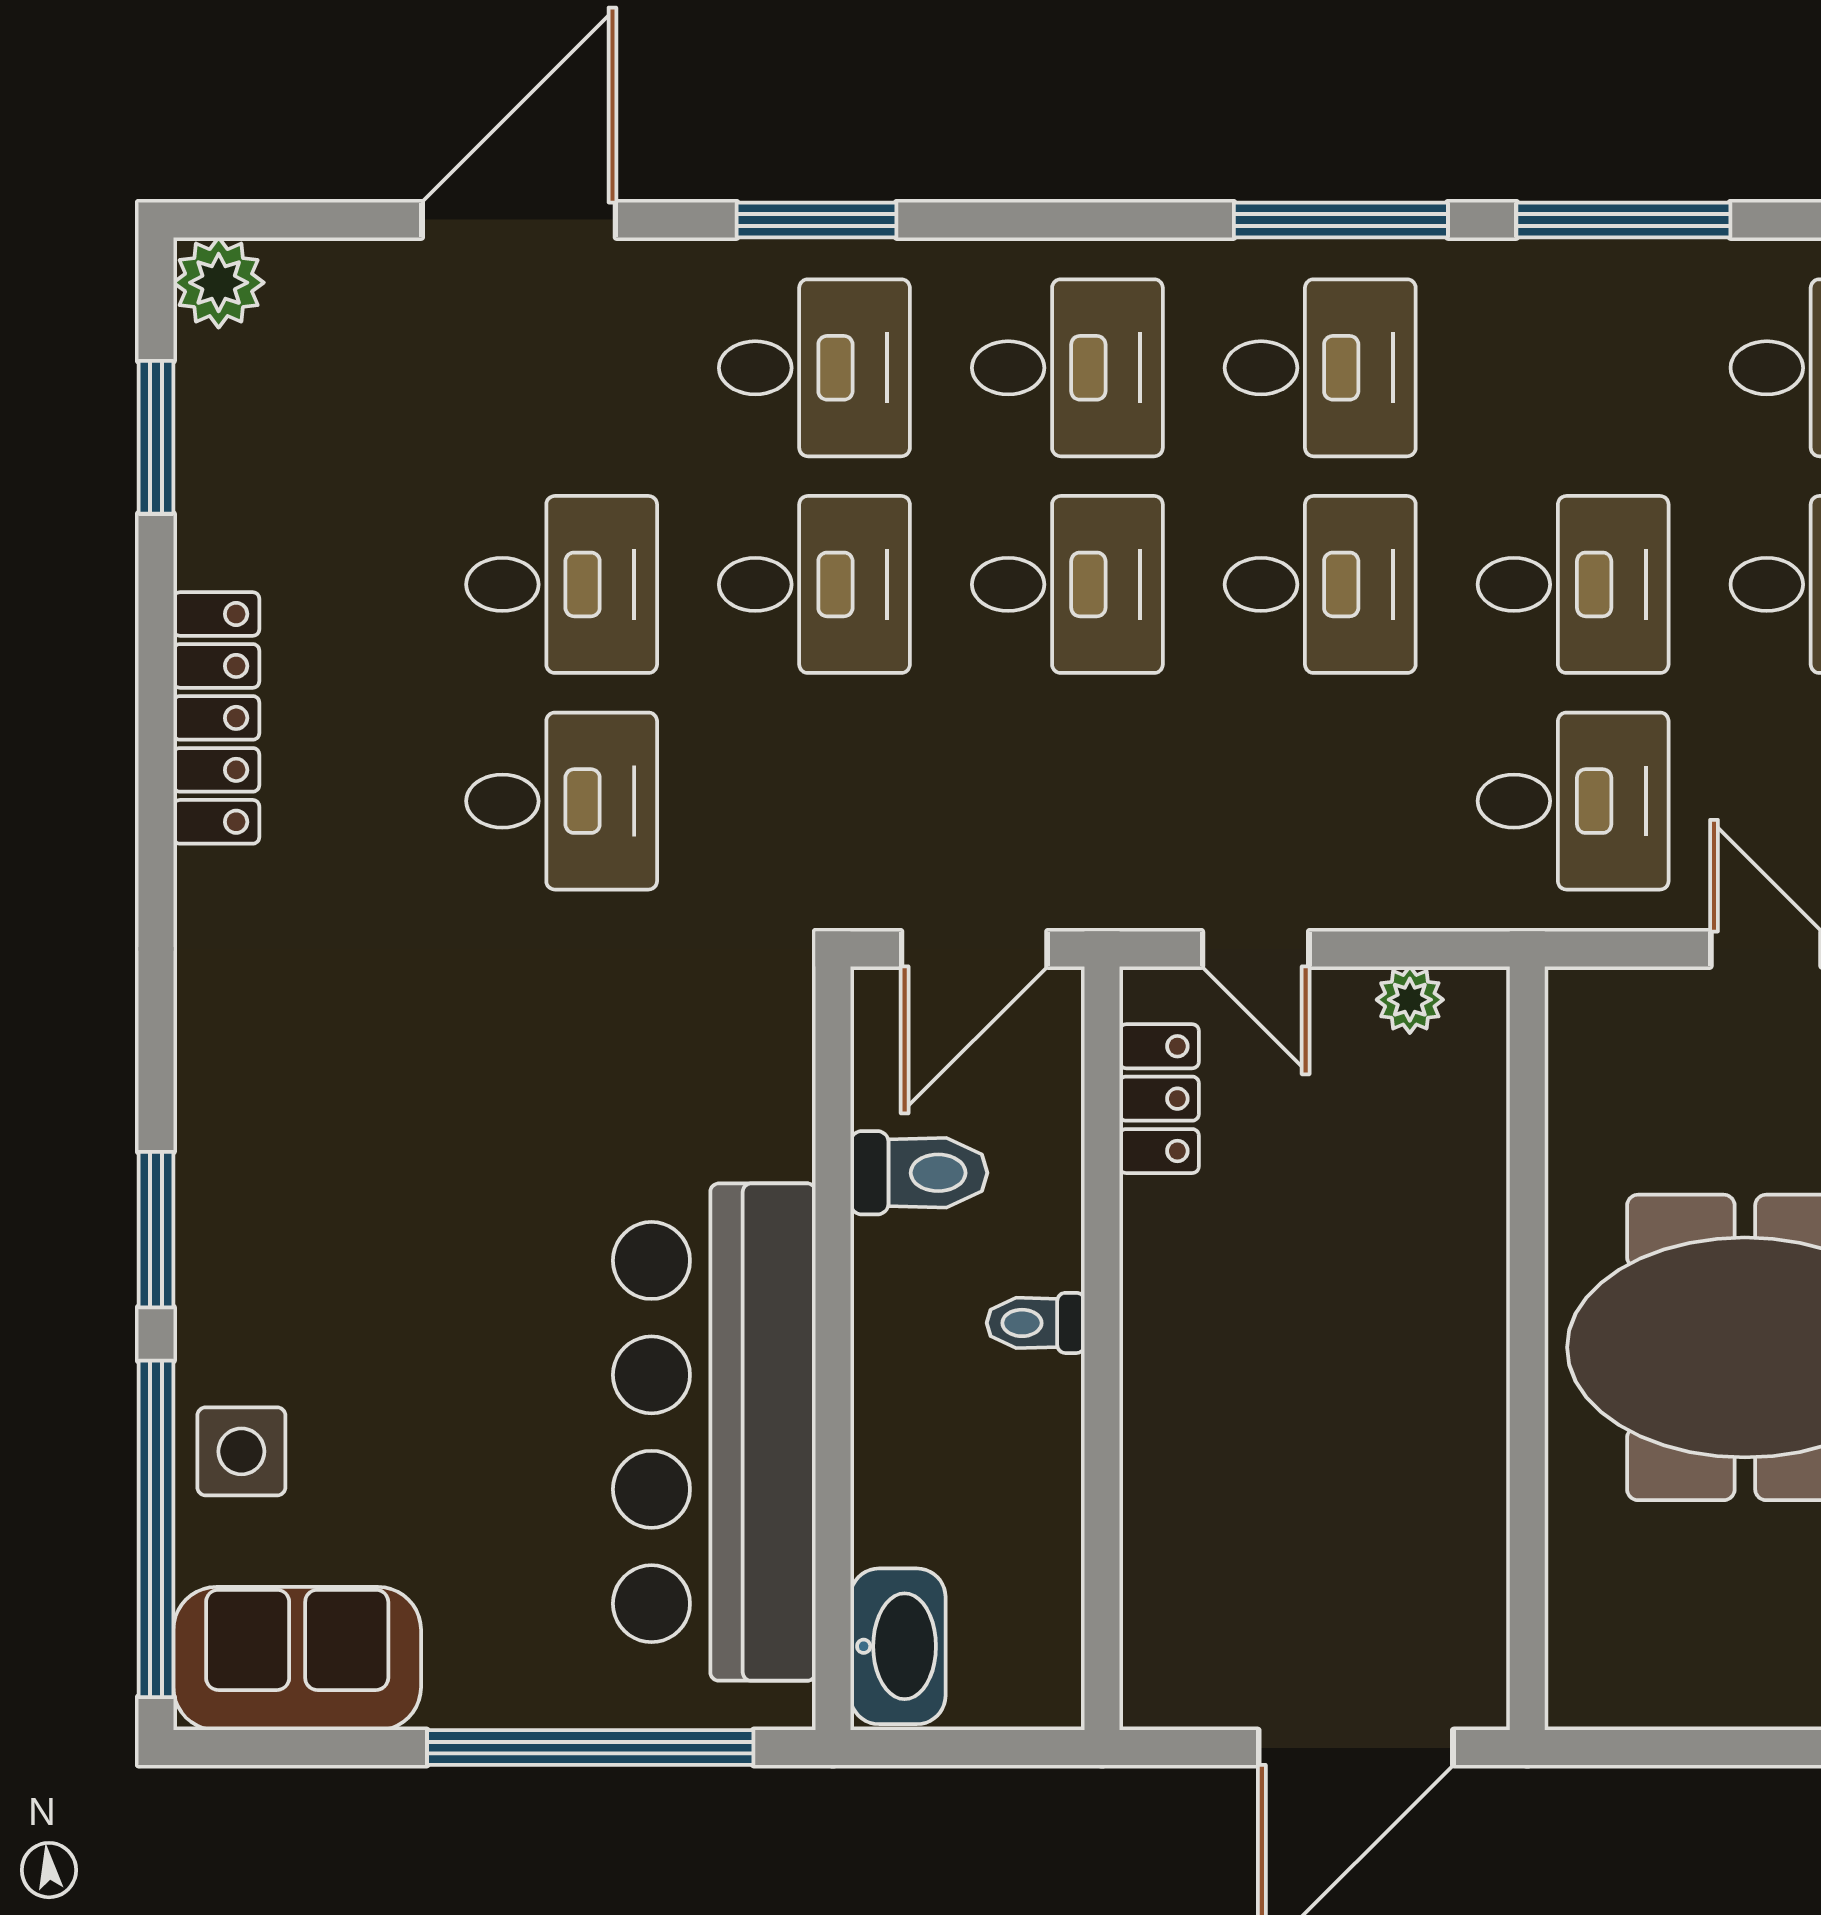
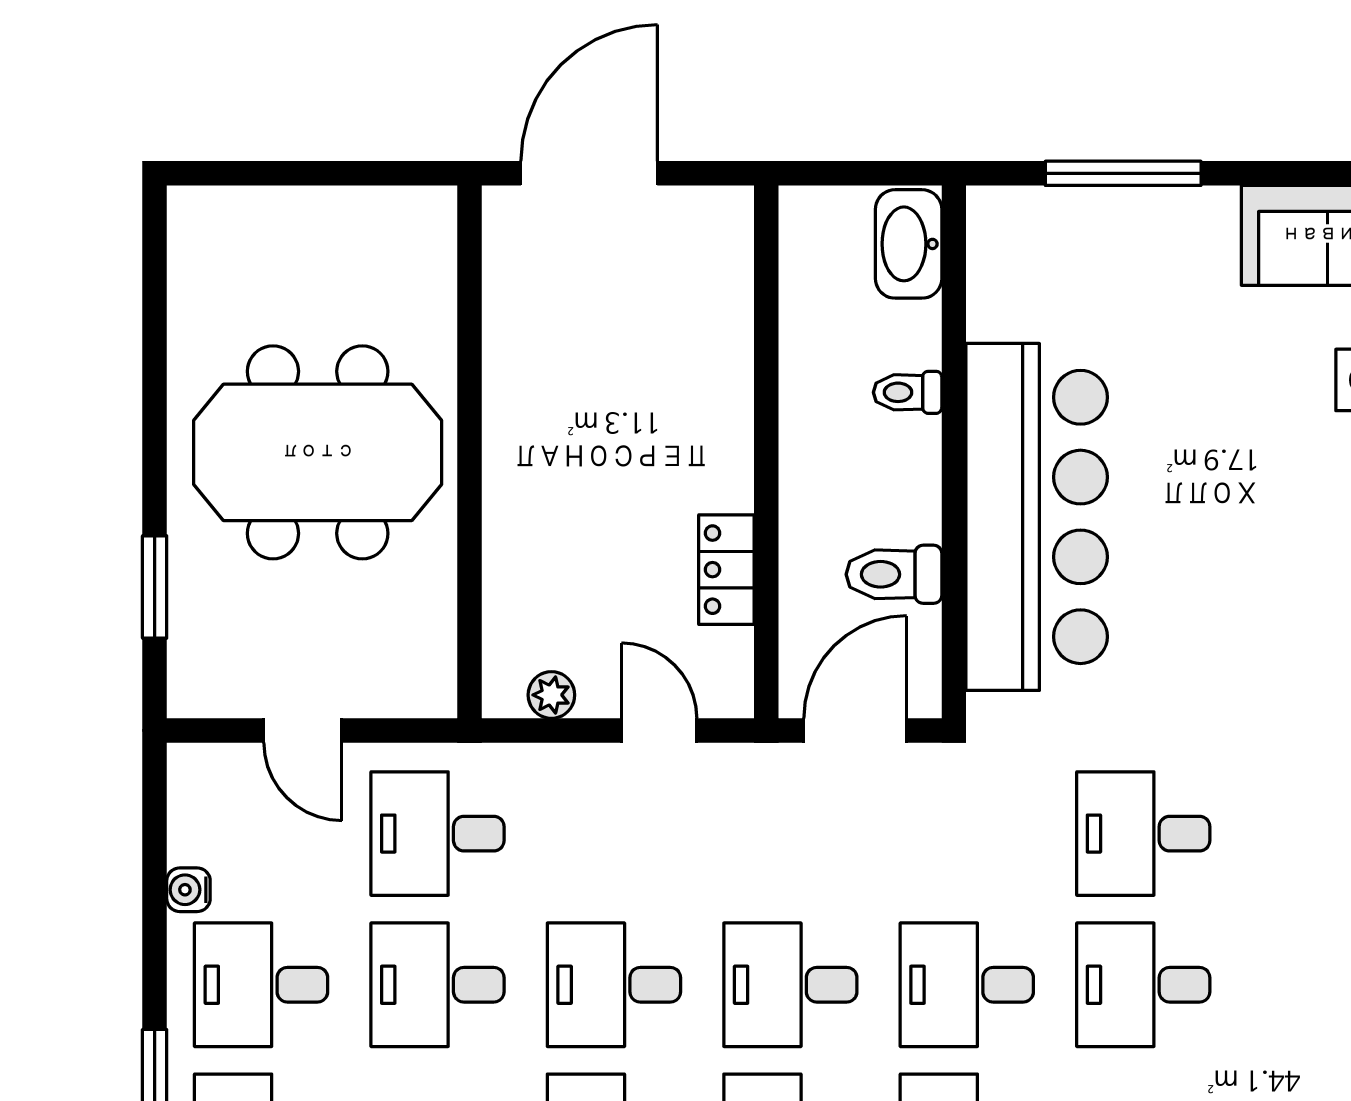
locker: (1159, 1099) -> (726, 570), moved
toilet: (1036, 1323) -> (908, 392), moved, turned 180
bar counter: (714, 1432) -> (1037, 517), moved
window: (590, 1748) -> (1123, 173), width x0.68

